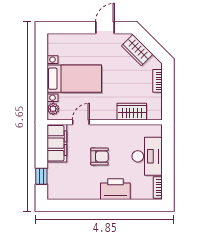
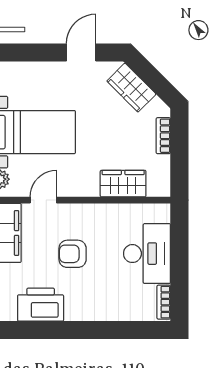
armchair: (99, 157) -> (73, 254), turned 180
printer: (115, 189) -> (41, 305), moved

